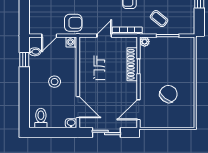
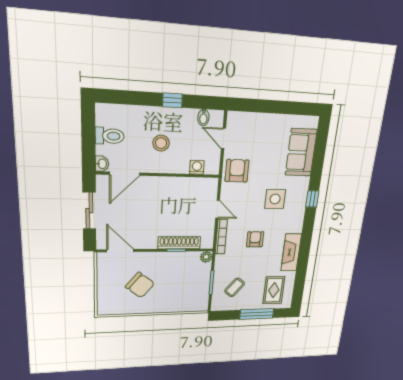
coffee table: (159, 19) -> (235, 287), moved
armchair: (73, 23) -> (237, 171), turned 180
washing machine: (71, 42) -> (197, 167), moved
window: (24, 60) -> (172, 100), moved
toilet: (41, 118) -> (110, 136), moved

